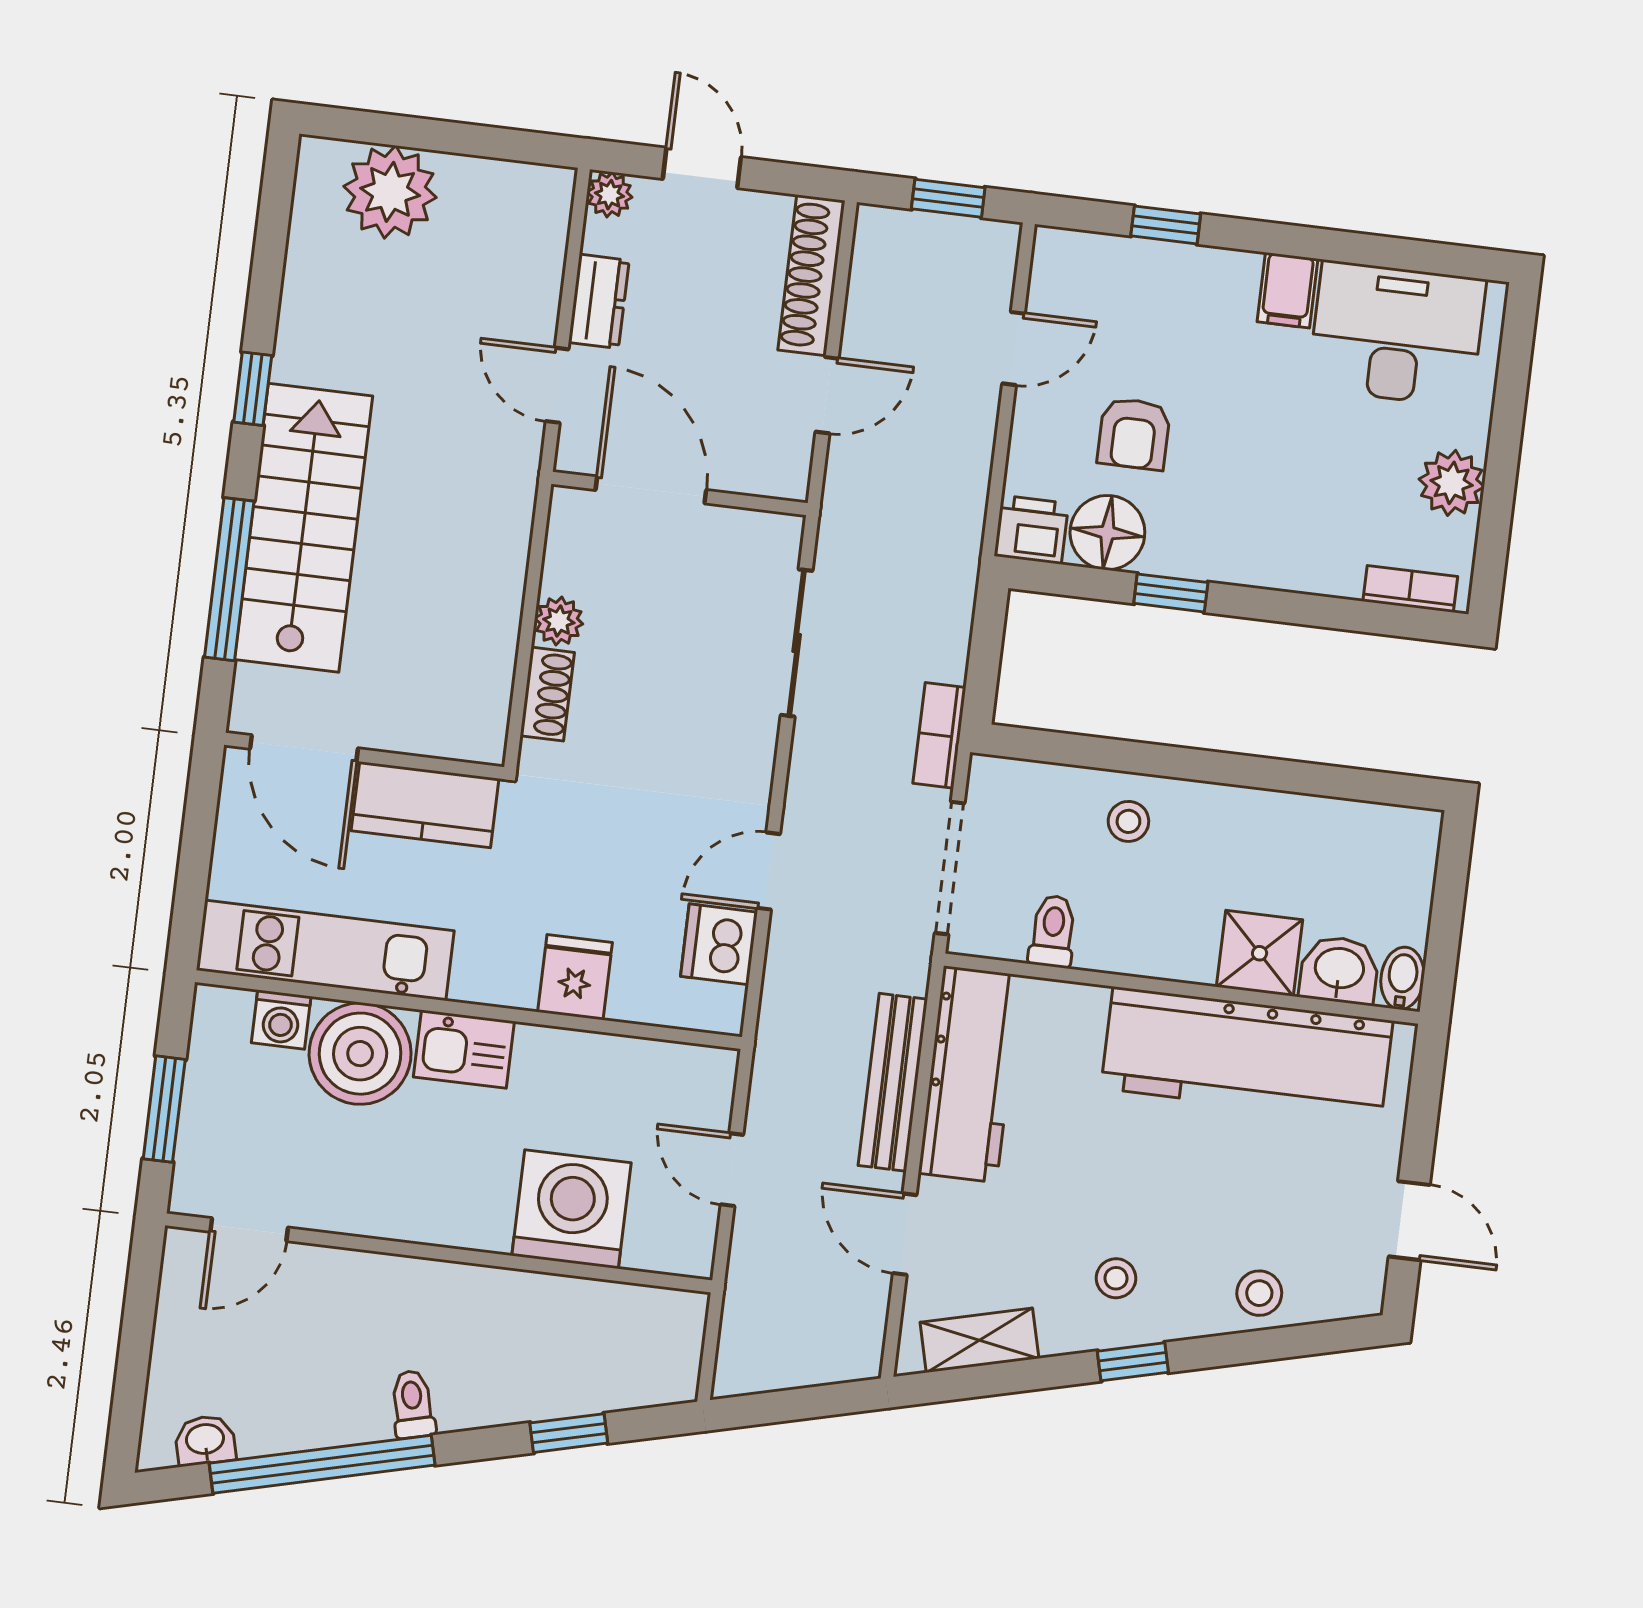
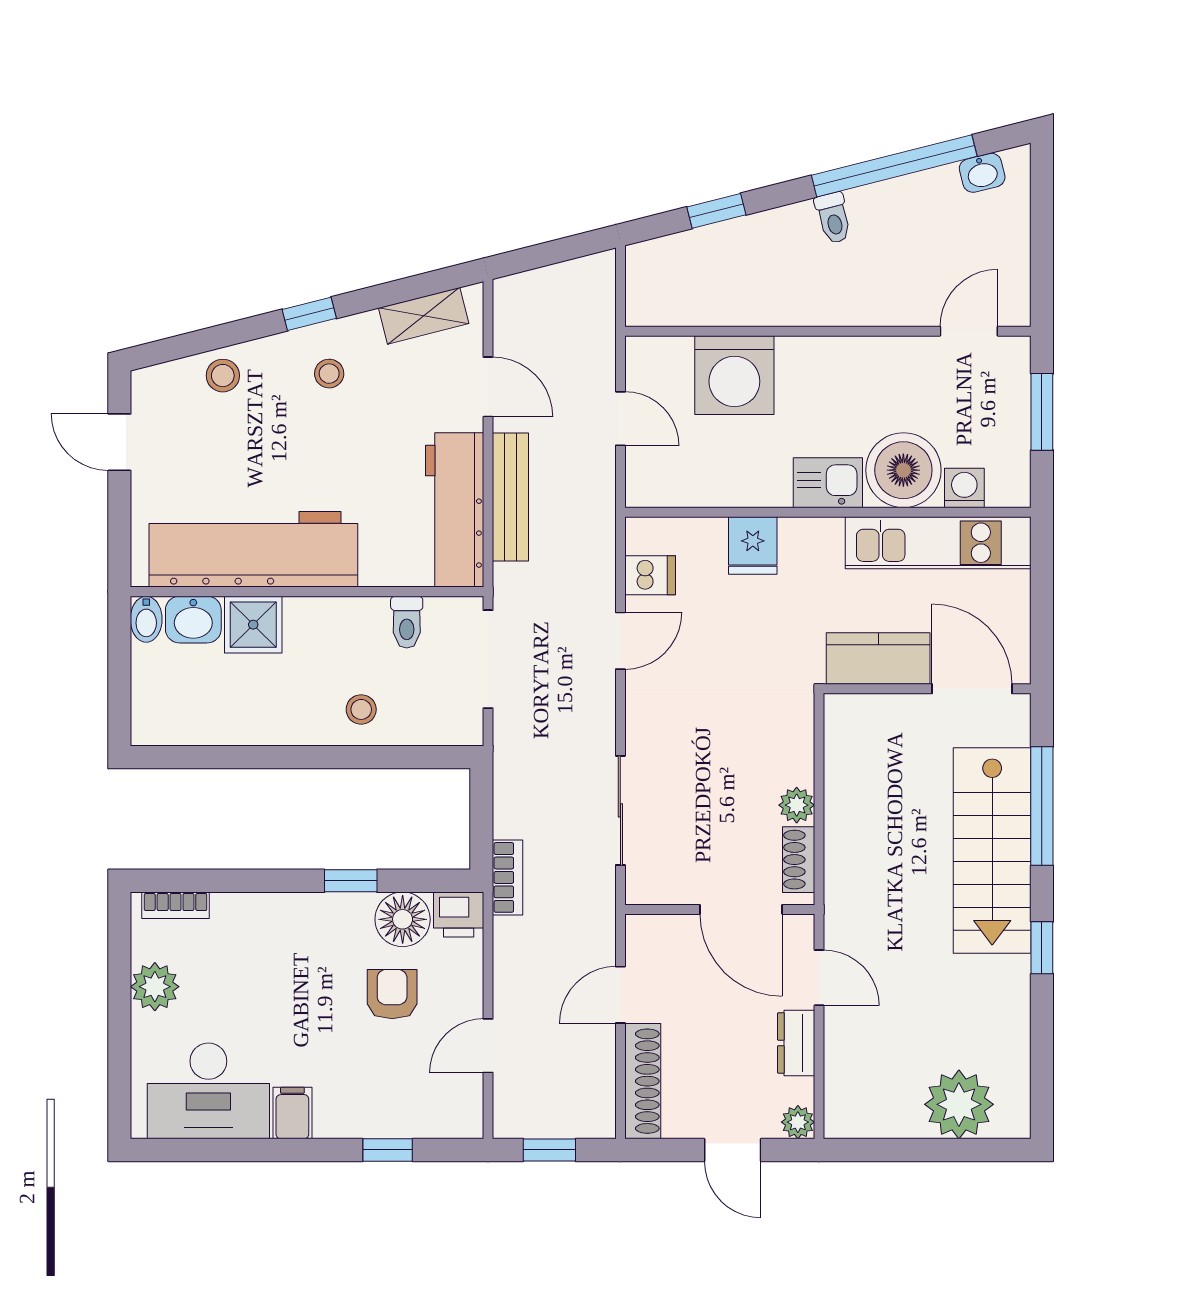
shoe rack: (547, 694) -> (799, 860), moved
bookcase: (939, 735) -> (507, 877), moved
dishwasher: (719, 944) -> (650, 575), width x0.73

